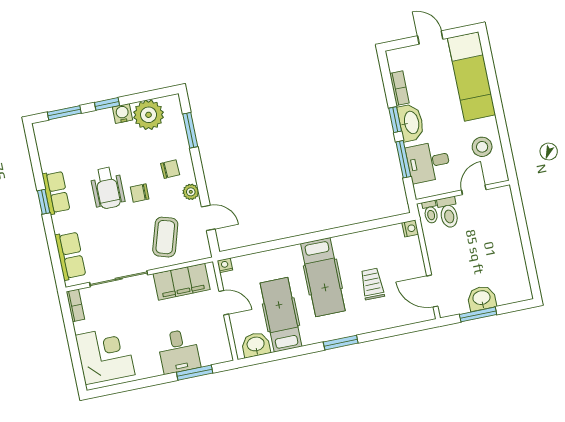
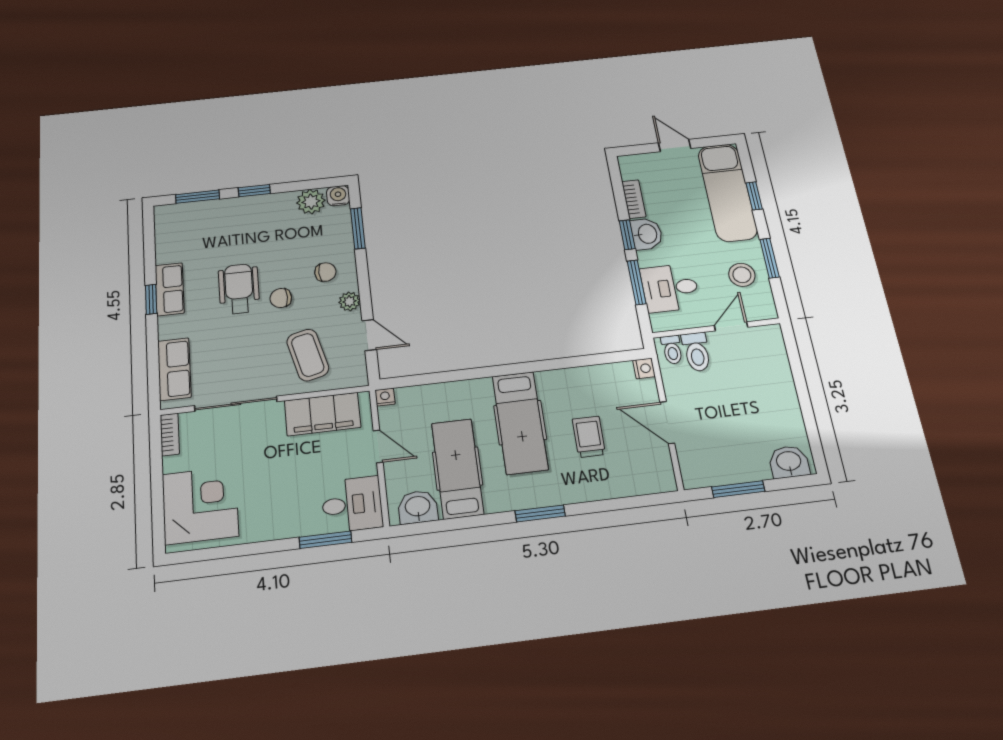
window: (492, 78) -> (754, 196), added
water cooler: (122, 113) -> (338, 196), moved
plant: (149, 115) -> (311, 202), width x0.73, depth x0.73
washbasin: (411, 123) -> (647, 234), width x0.72
window: (503, 131) -> (769, 258), added
wheelchair: (107, 188) -> (239, 289), turned 180
coffee table: (165, 237) -> (308, 355), turned -31
door: (432, 291) -> (667, 423), moved
washbasin: (482, 298) -> (789, 462), moved
desk: (179, 351) -> (352, 504), moved, turned -90

